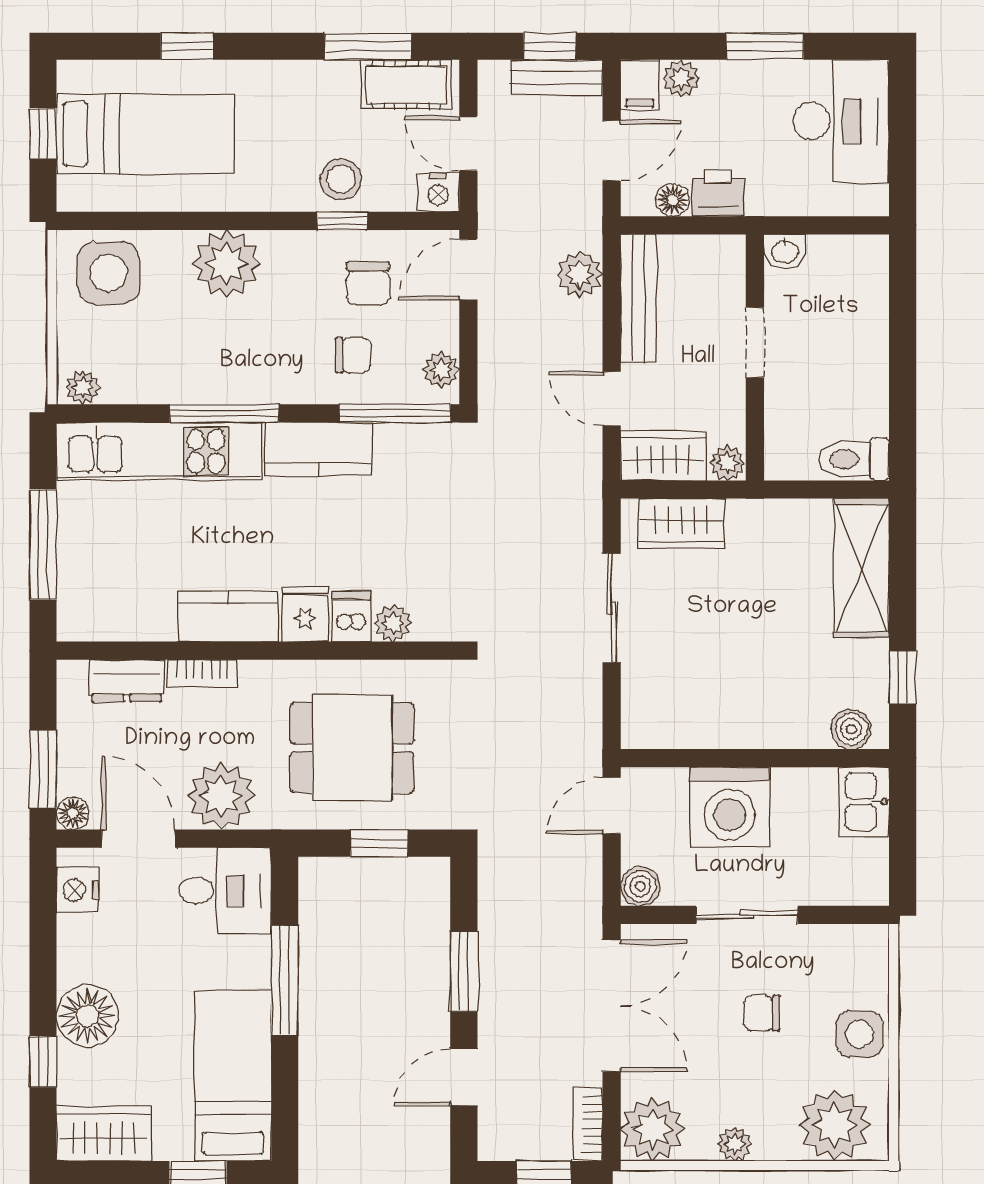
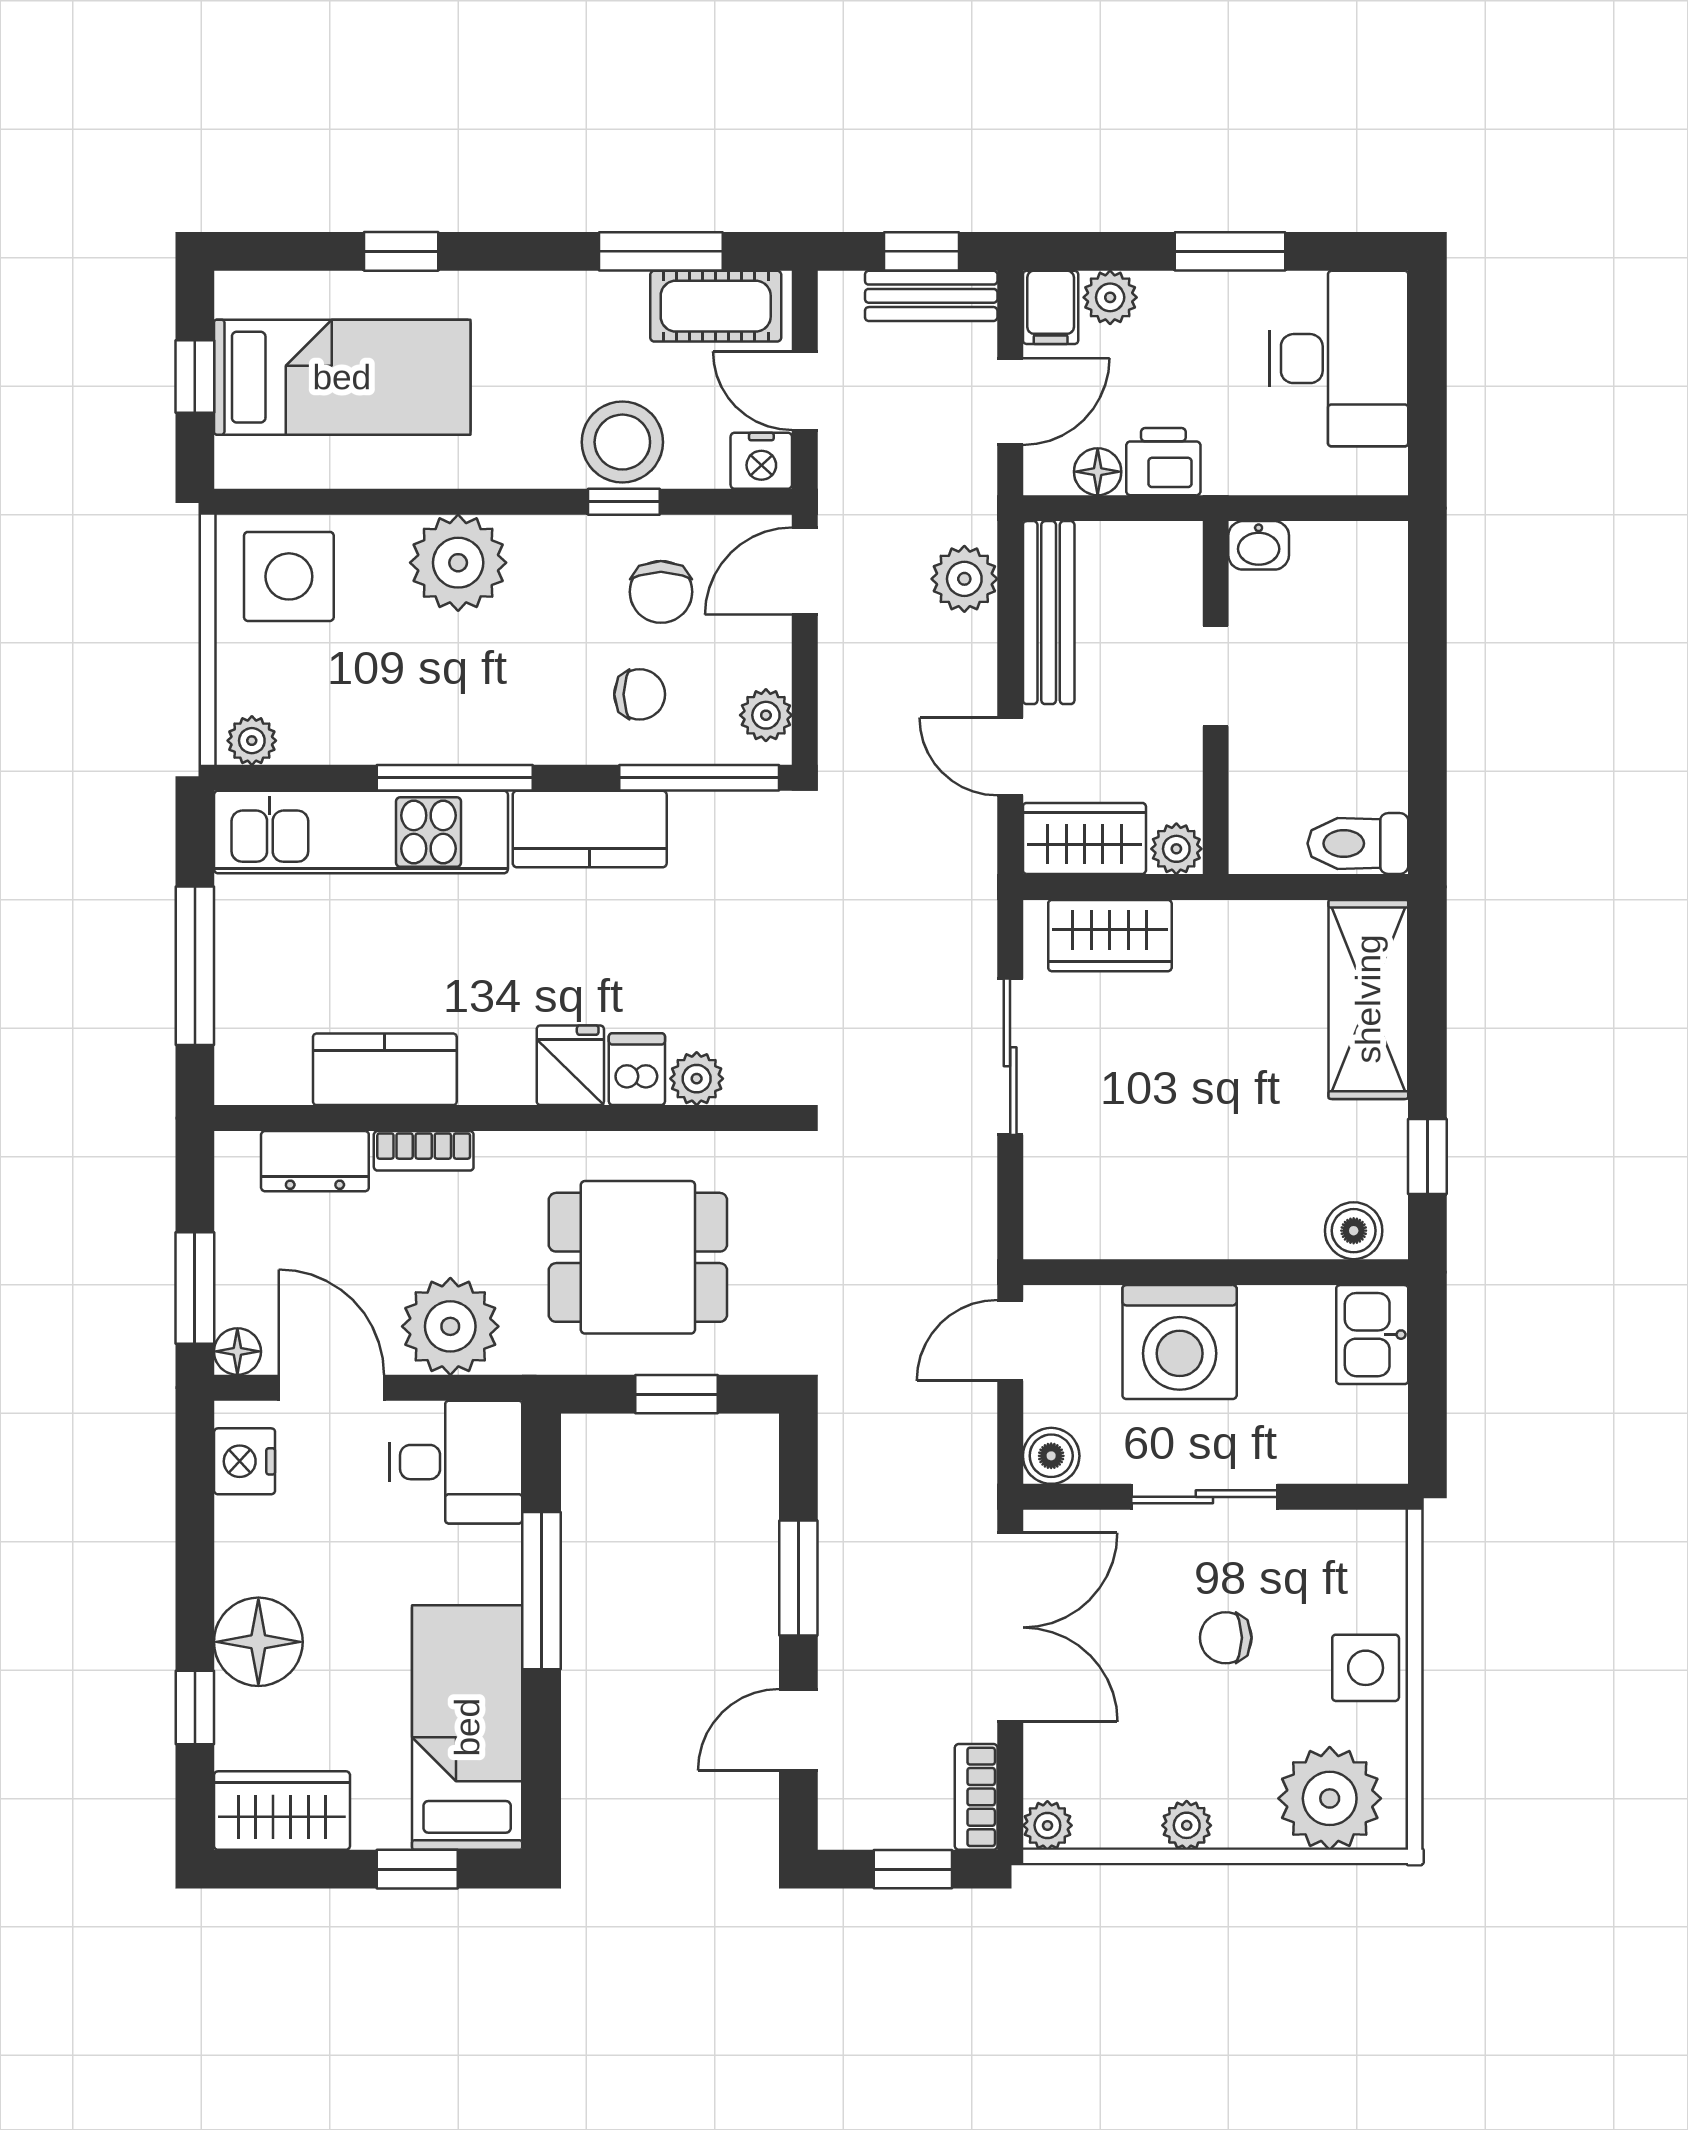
stool: (341, 179) -> (622, 442), width x1.38, depth x1.38
kitchen counter: (228, 617) -> (385, 1069), moved
plant: (653, 1129) -> (1047, 1825), width x0.53, depth x0.53

